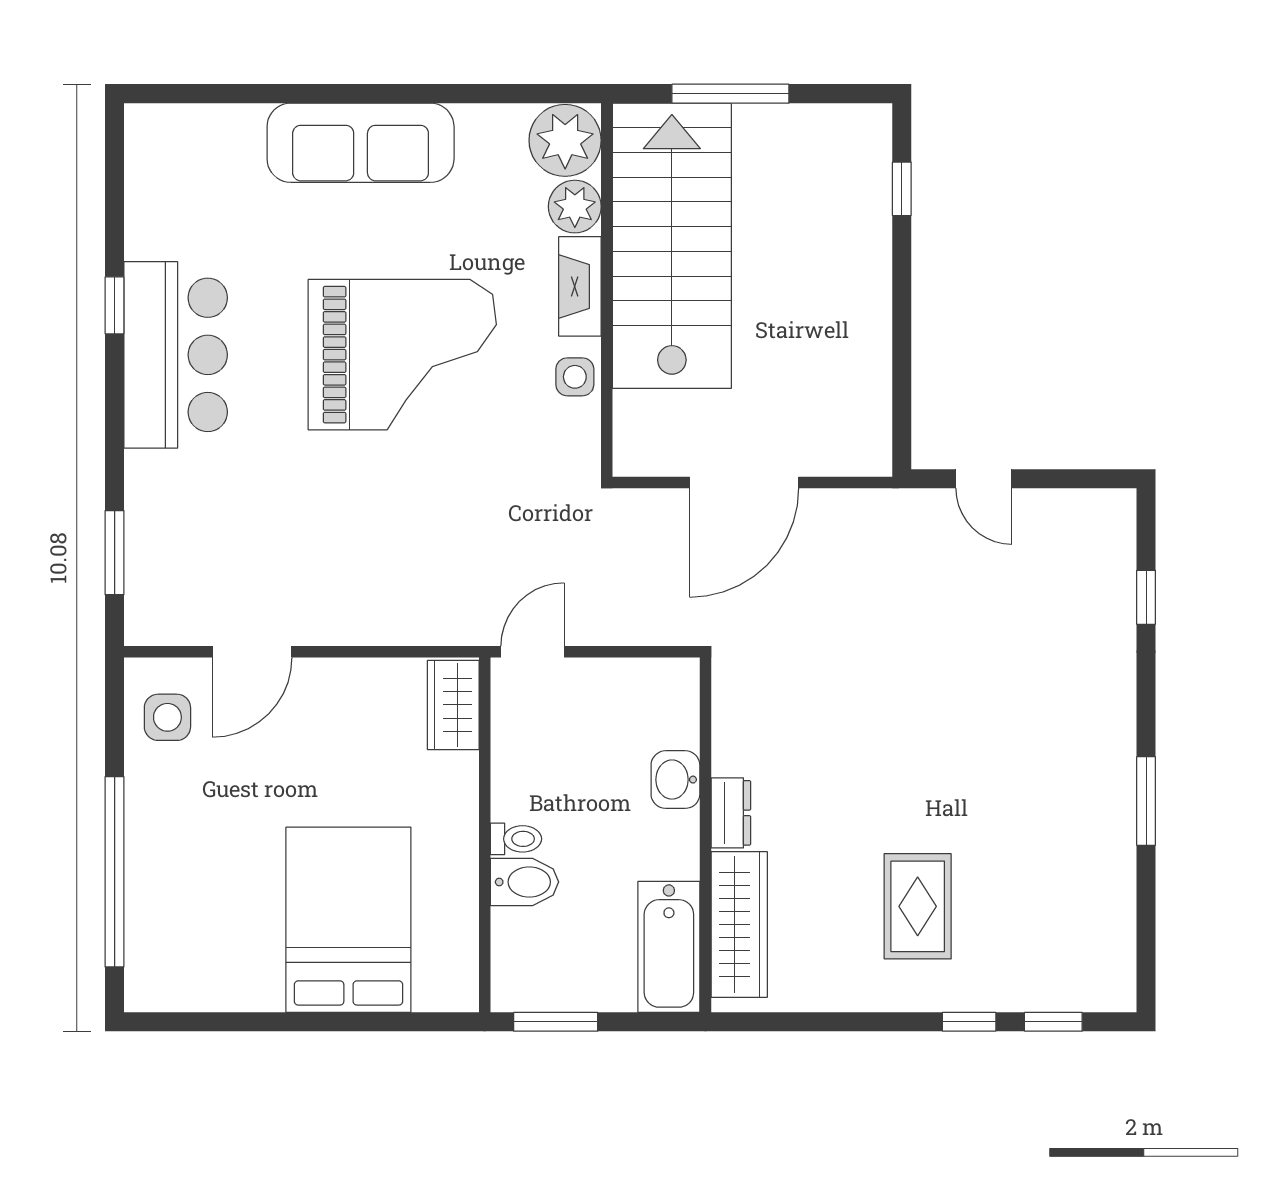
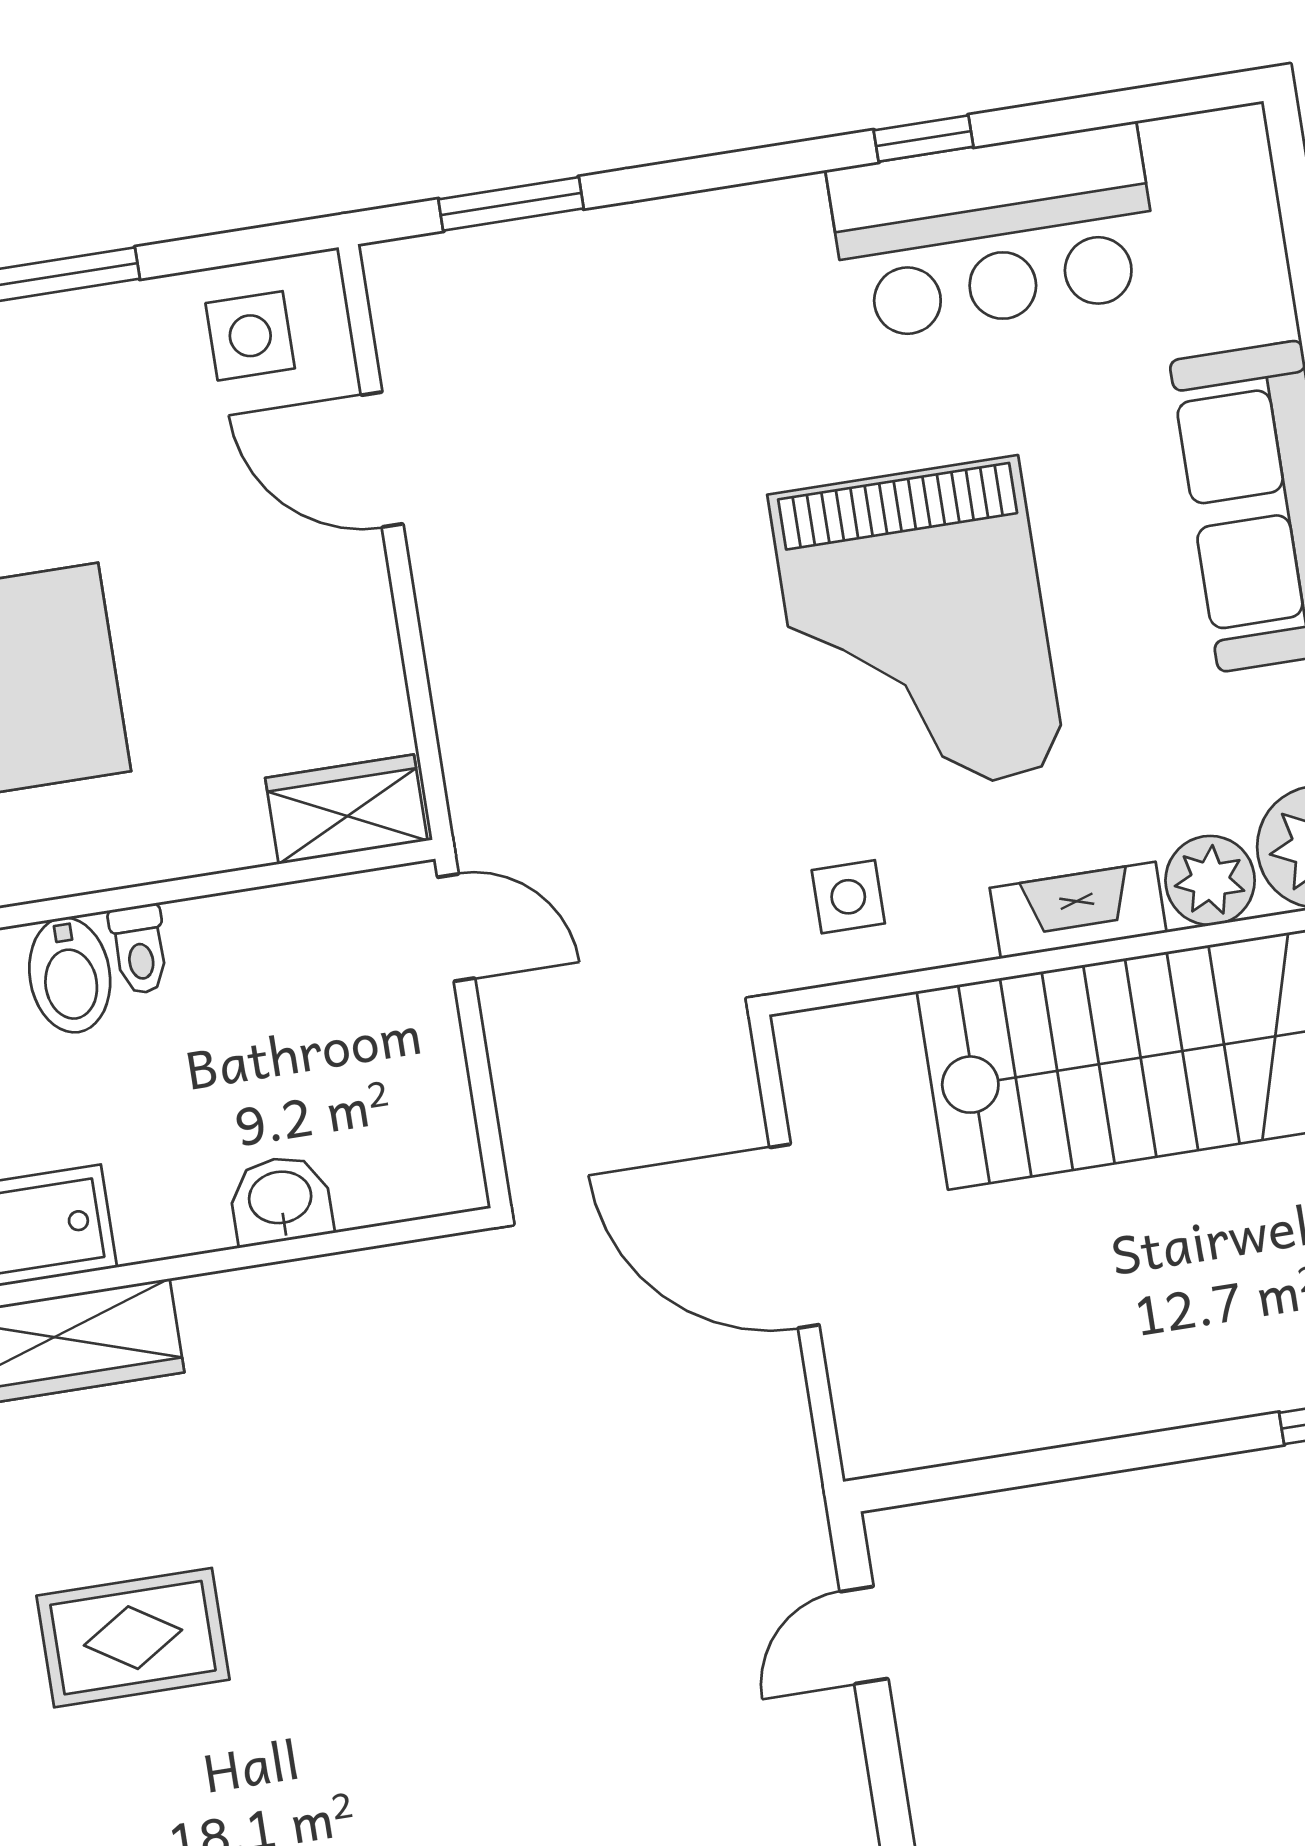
bar counter: (176, 355) -> (994, 232), moved
side table: (575, 377) -> (848, 897), moved
dresser: (731, 813) -> (240, 1301), removed

